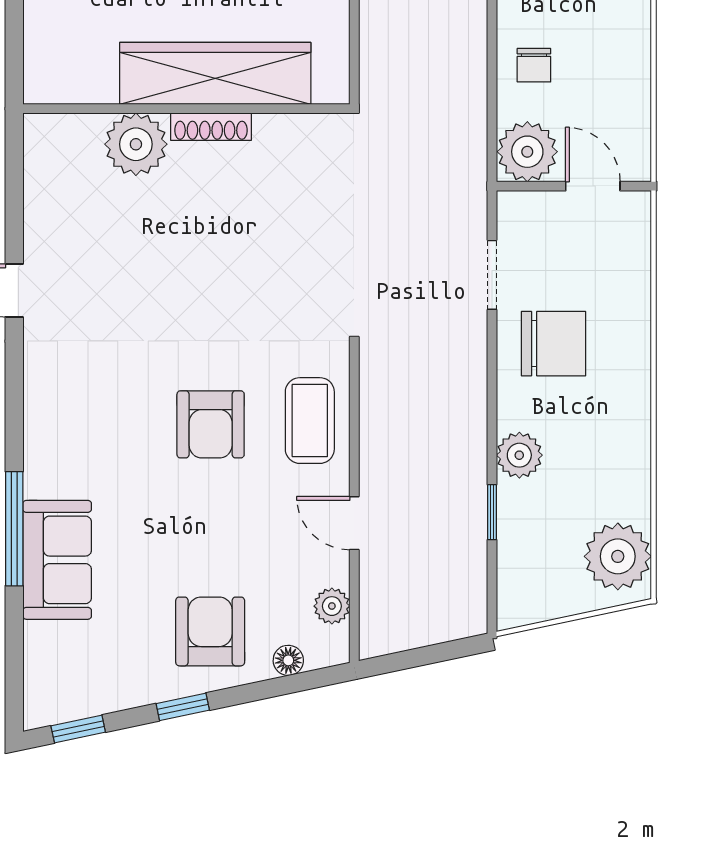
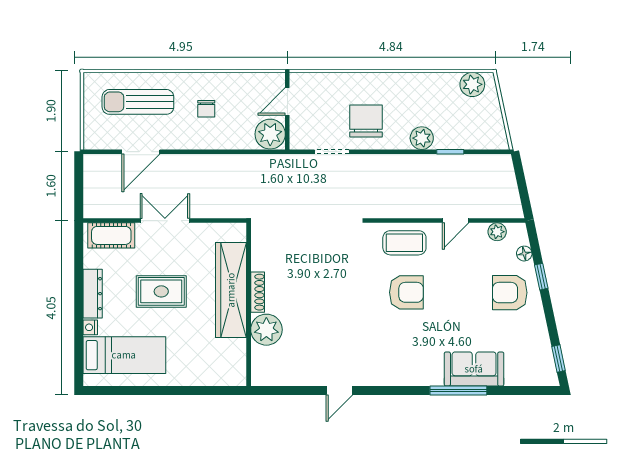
chair: (534, 65) -> (206, 109), moved, turned 90
plant: (618, 556) -> (472, 84), width x0.73, depth x0.73
window: (183, 707) -> (541, 277), moved

